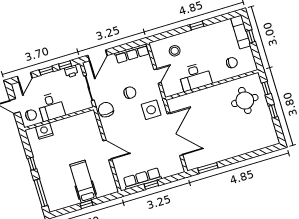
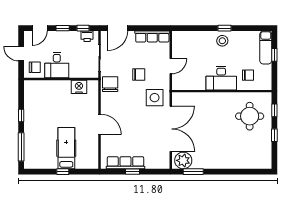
stool: (175, 51) -> (222, 41), moved
desk: (195, 77) -> (221, 78), moved
nightstand: (44, 131) -> (79, 87), moved
plant: (195, 160) -> (183, 160), added

